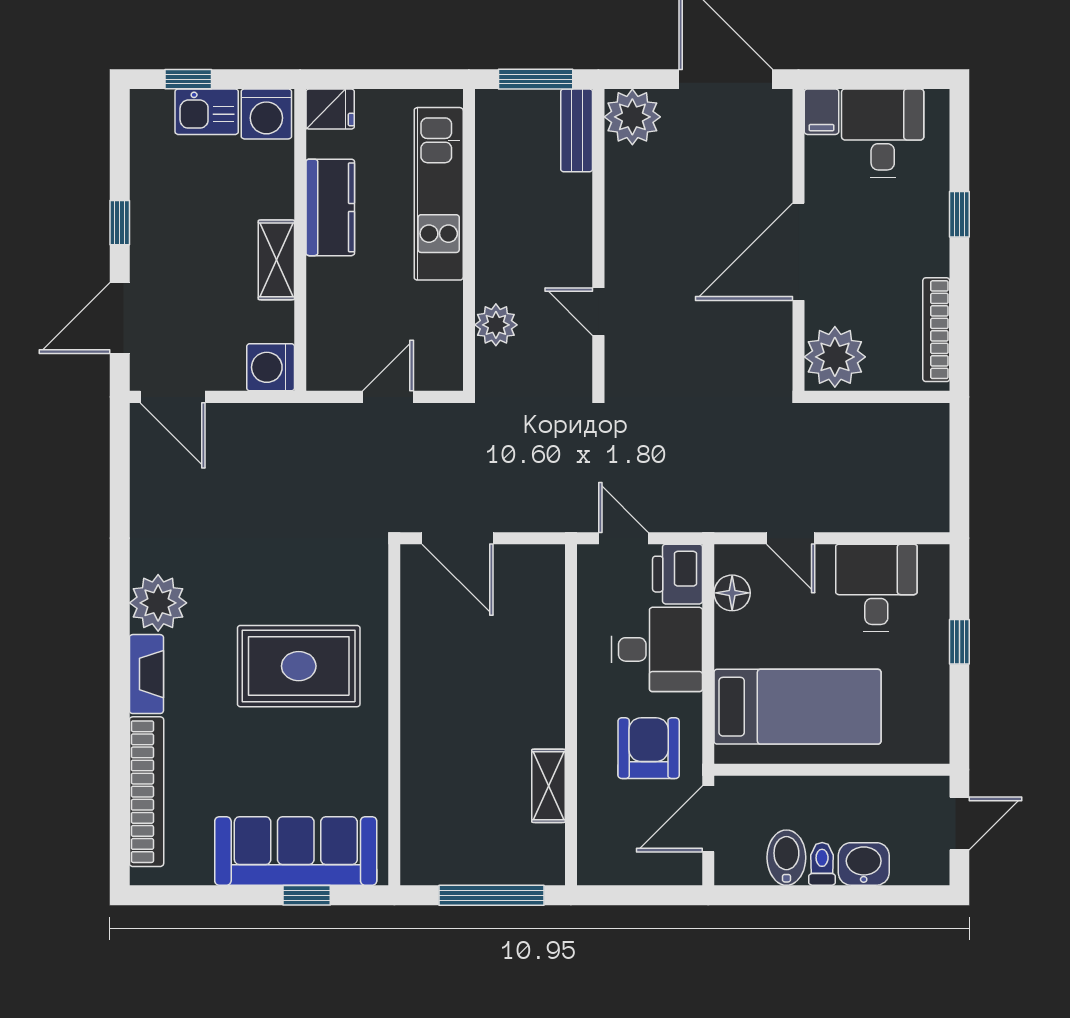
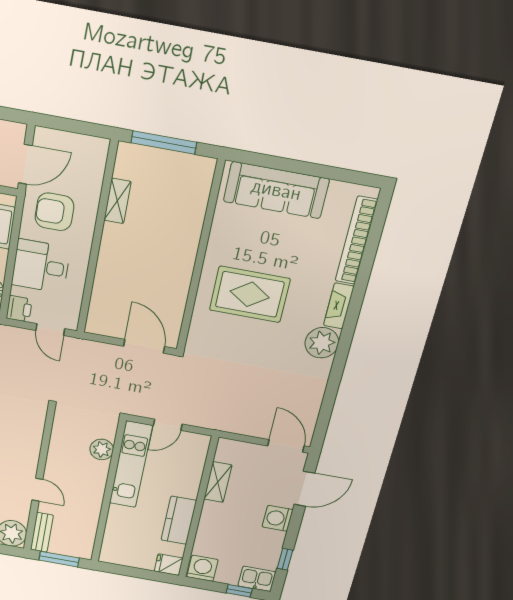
kitchen sink: (207, 112) -> (257, 579), moved
kitchen unit: (439, 194) -> (131, 465), moved
window: (120, 223) -> (285, 559), moved
shelving: (276, 260) -> (218, 482), moved
door: (598, 312) -> (37, 490), moved
washing machine: (271, 367) -> (278, 518), moved, turned 180
printer: (678, 574) -> (19, 309), width x0.73, depth x0.81
armchair: (649, 748) -> (54, 212), turned 90
window: (307, 895) -> (276, 163), removed

